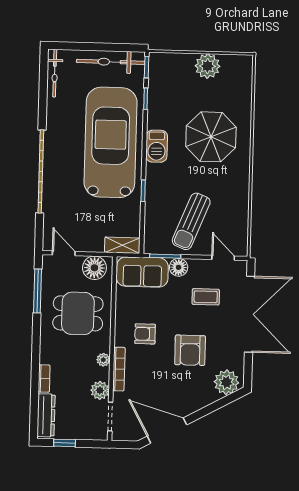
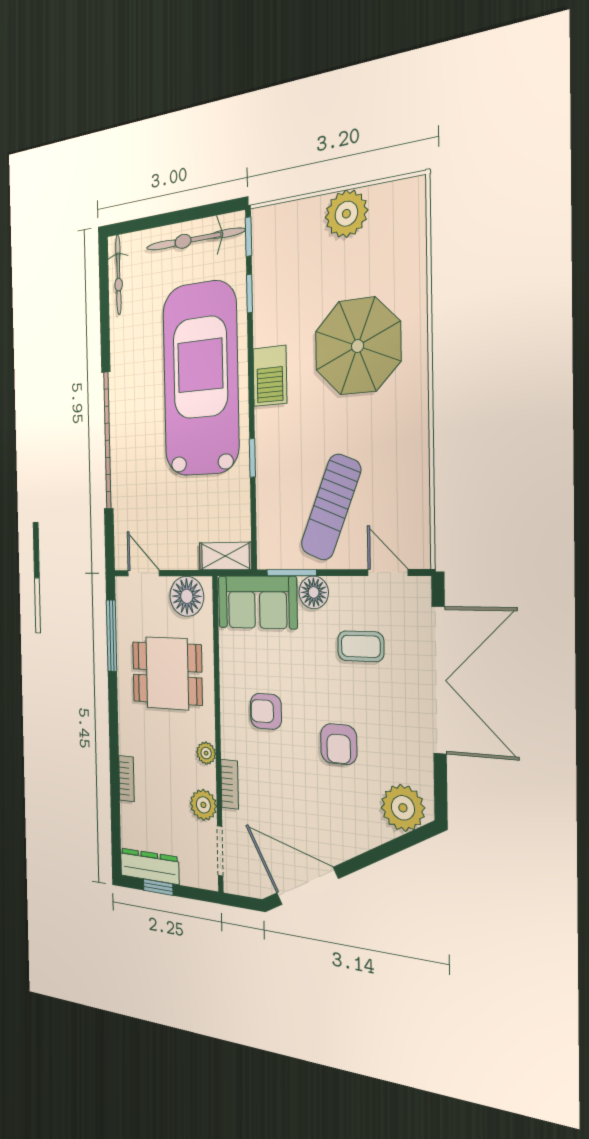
armchair: (190, 350) -> (339, 744), width x0.72, depth x0.72
bookcase: (119, 369) -> (230, 784), width x0.64
dresser: (46, 415) -> (149, 866), moved, turned -90

